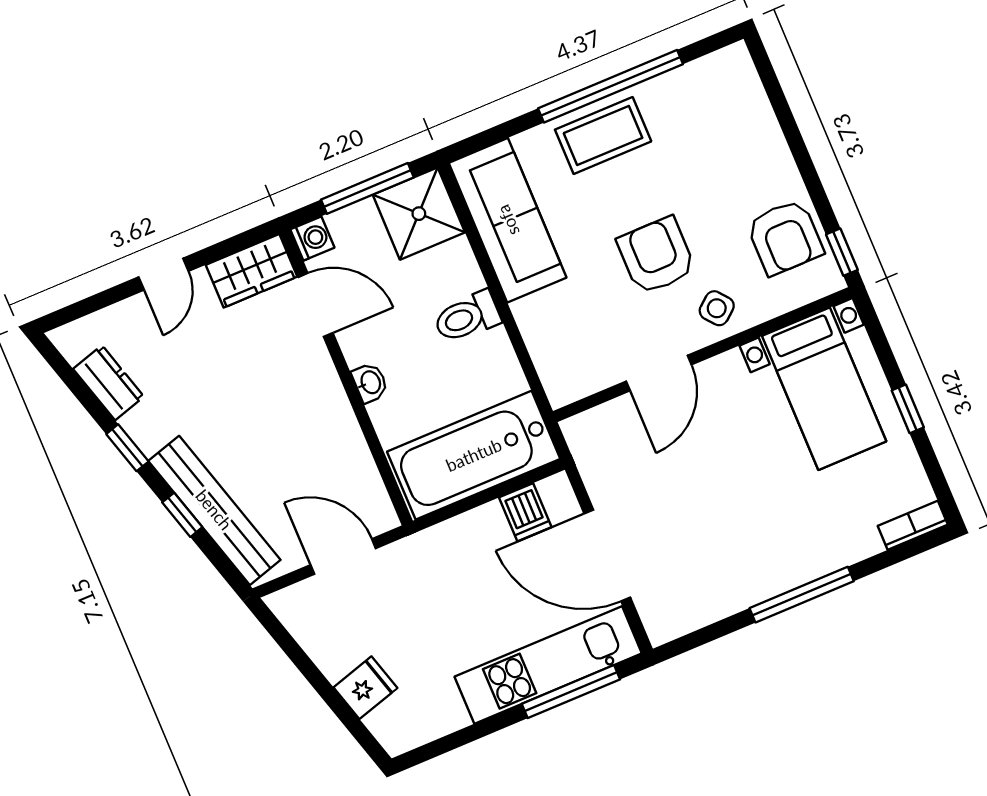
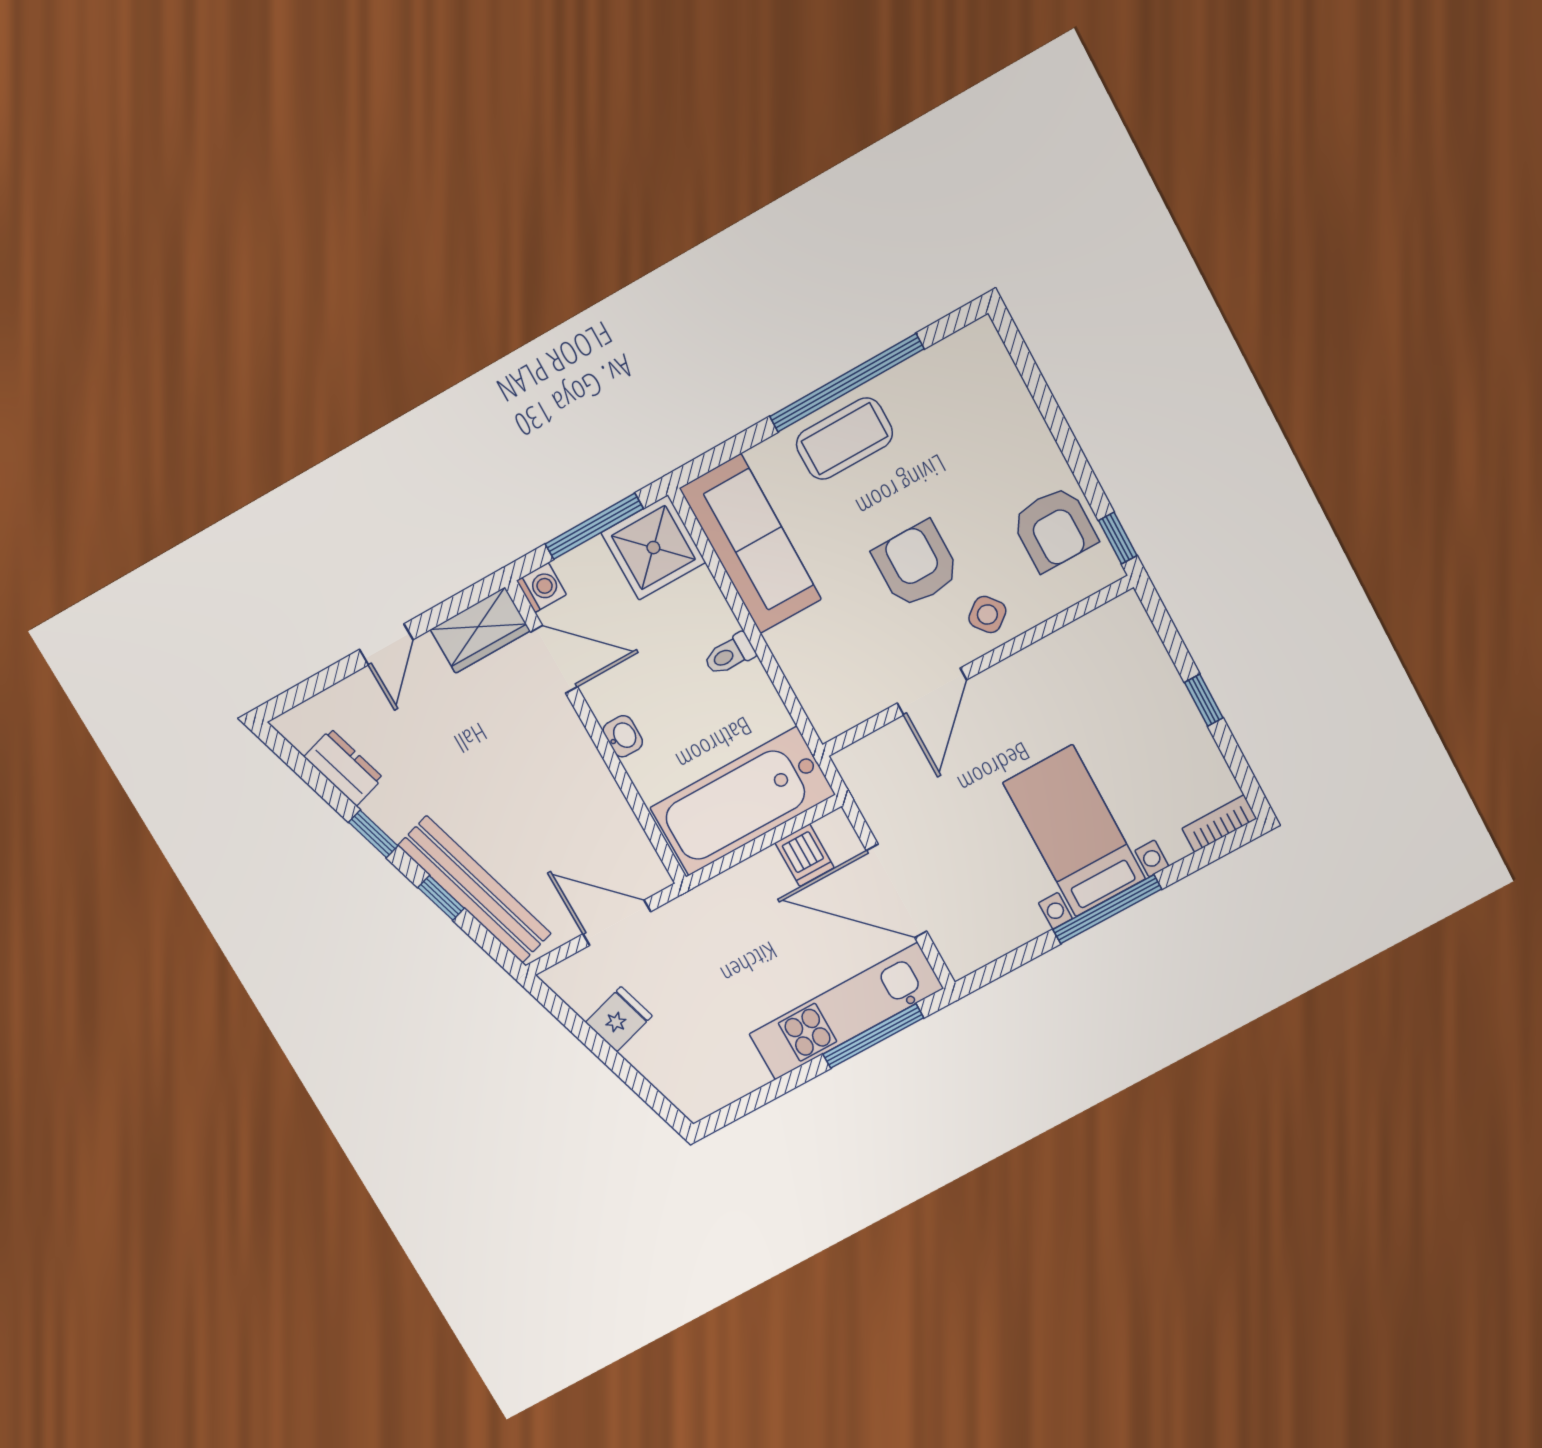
toilet: (467, 317) -> (729, 654), width x0.73, depth x0.72
bed with nightstands: (824, 389) -> (1074, 831), moved, turned 180
fridge: (365, 688) -> (619, 1019), moved

